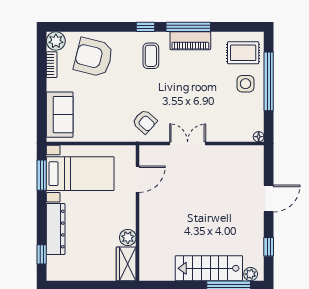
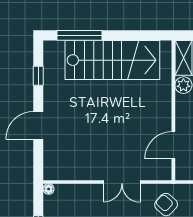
stairs: (209, 268) -> (112, 60), width x1.36, depth x1.51
plant: (251, 274) -> (57, 47), removed

